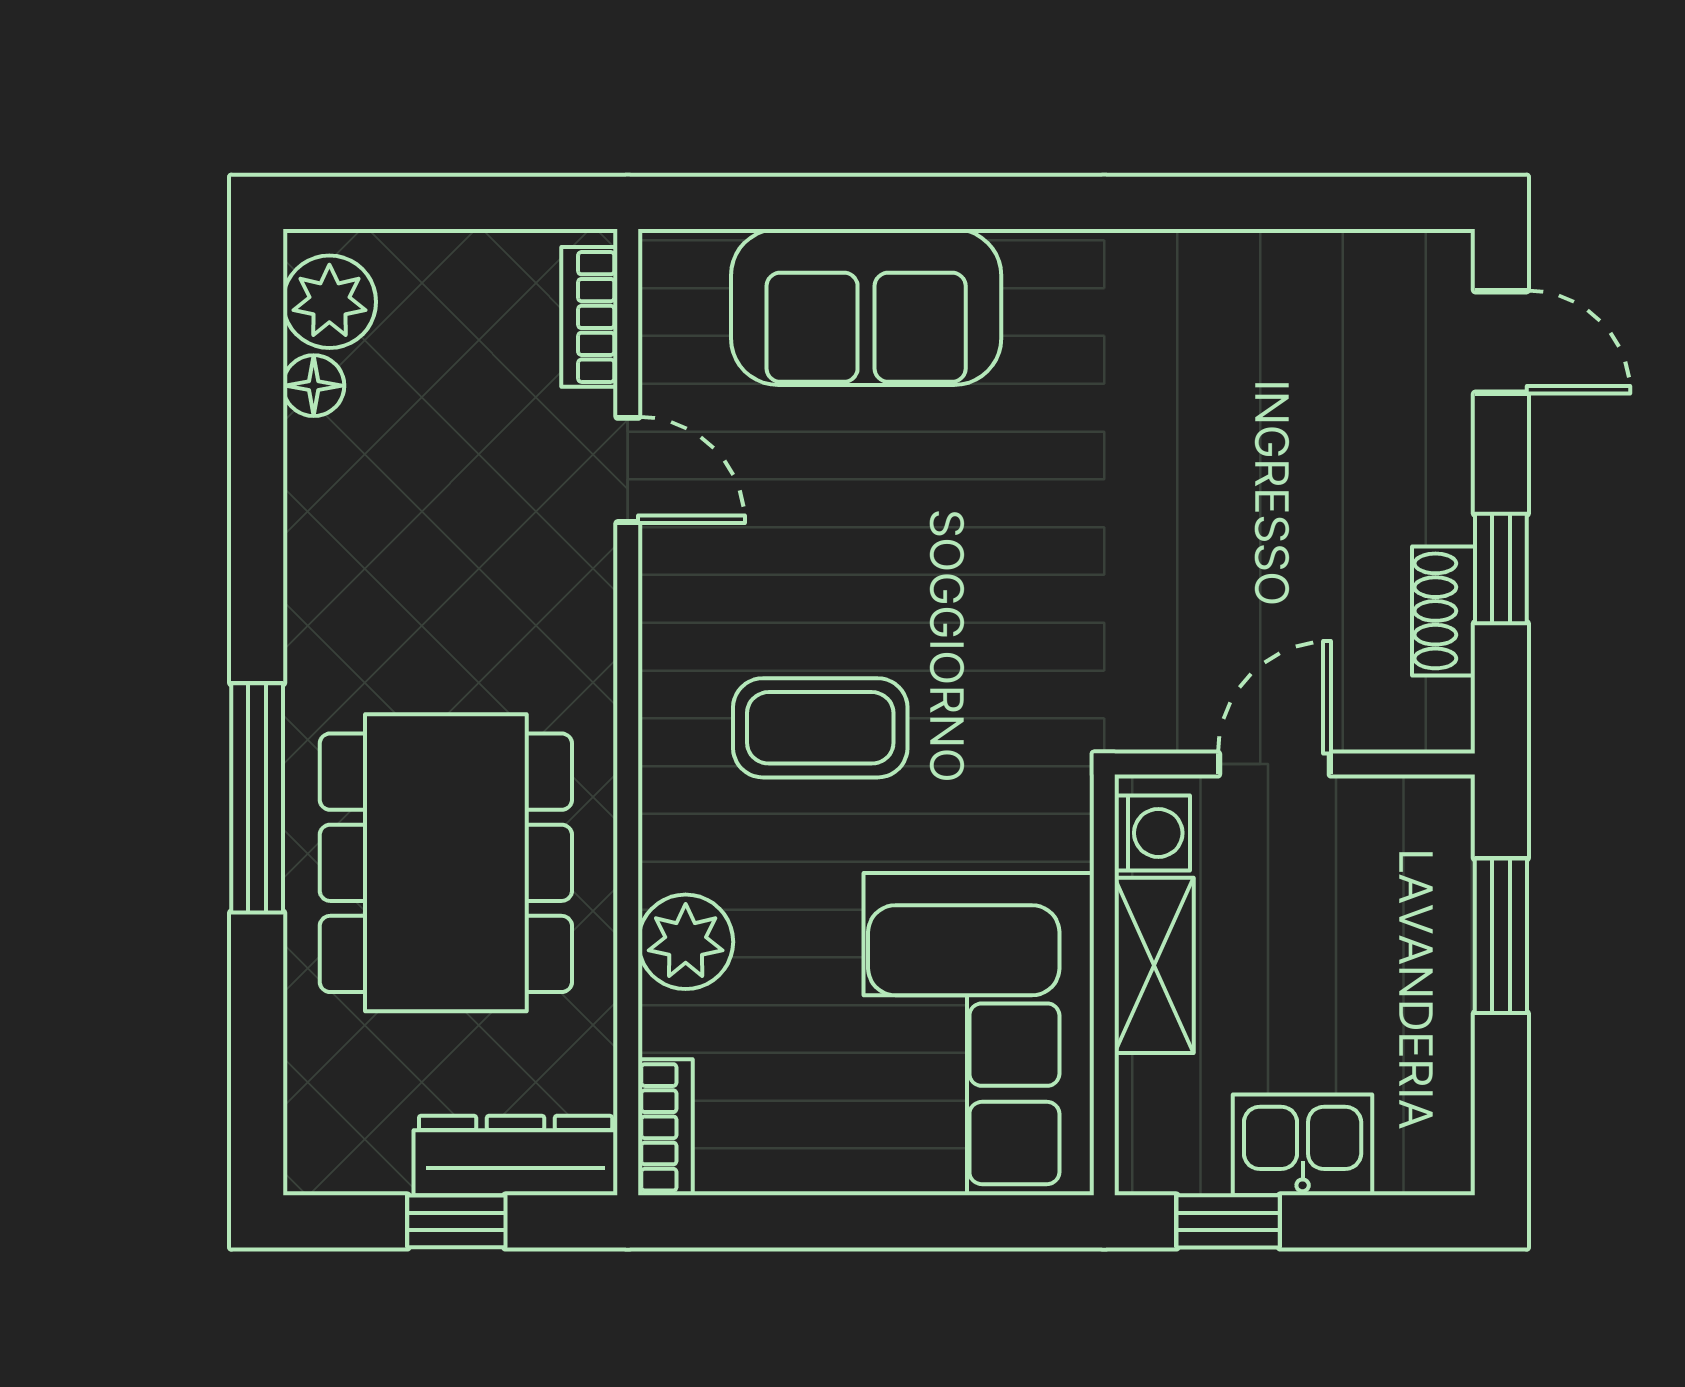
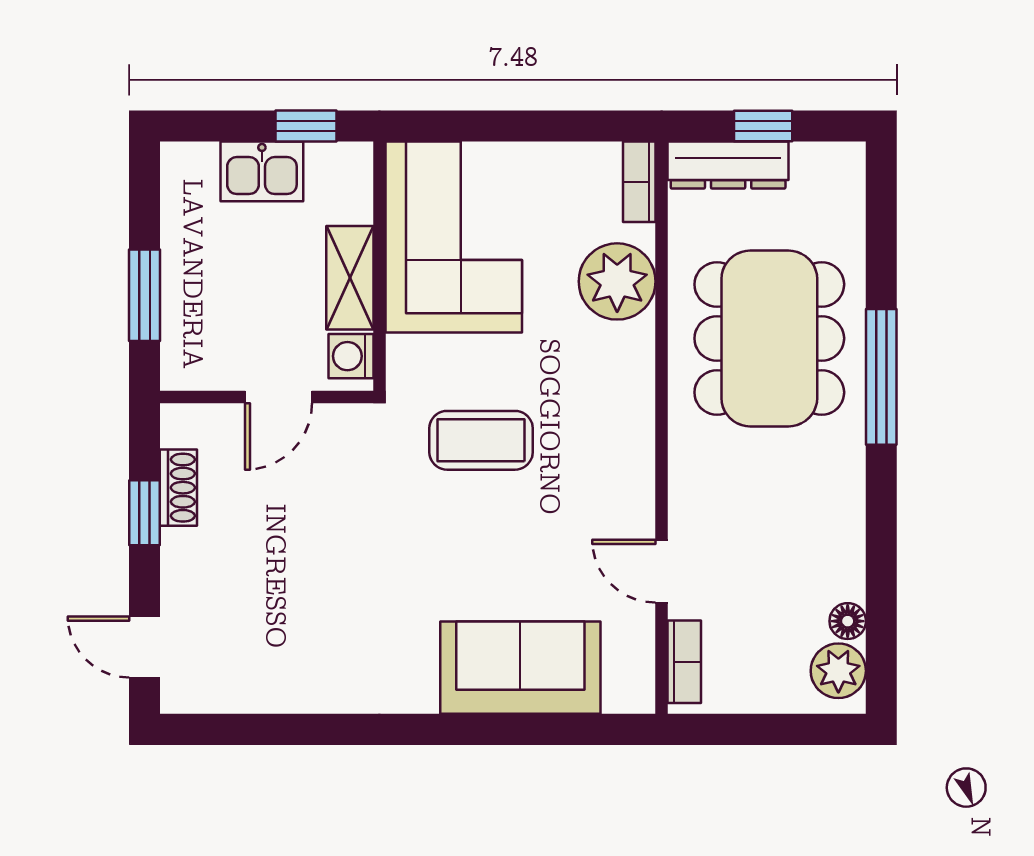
coffee table: (820, 728) -> (481, 440), moved
plant: (686, 942) -> (617, 281), width x1.36, depth x1.36

